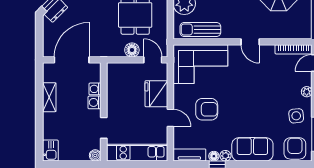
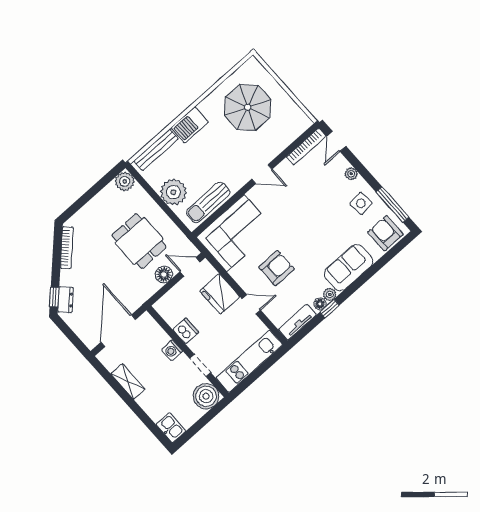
washing machine: (95, 89) -> (162, 338), removed
dishwasher: (114, 98) -> (186, 331), added
boiler: (95, 155) -> (206, 396), width x1.86, depth x1.86

